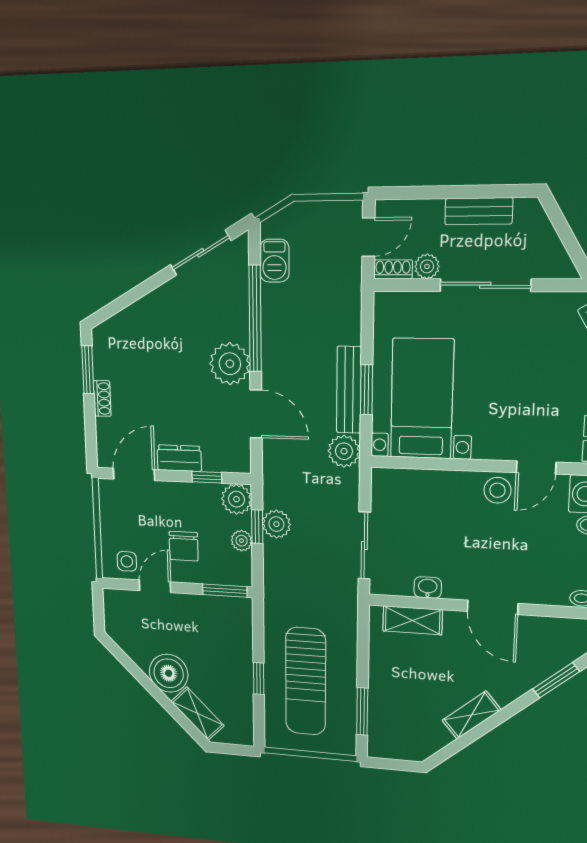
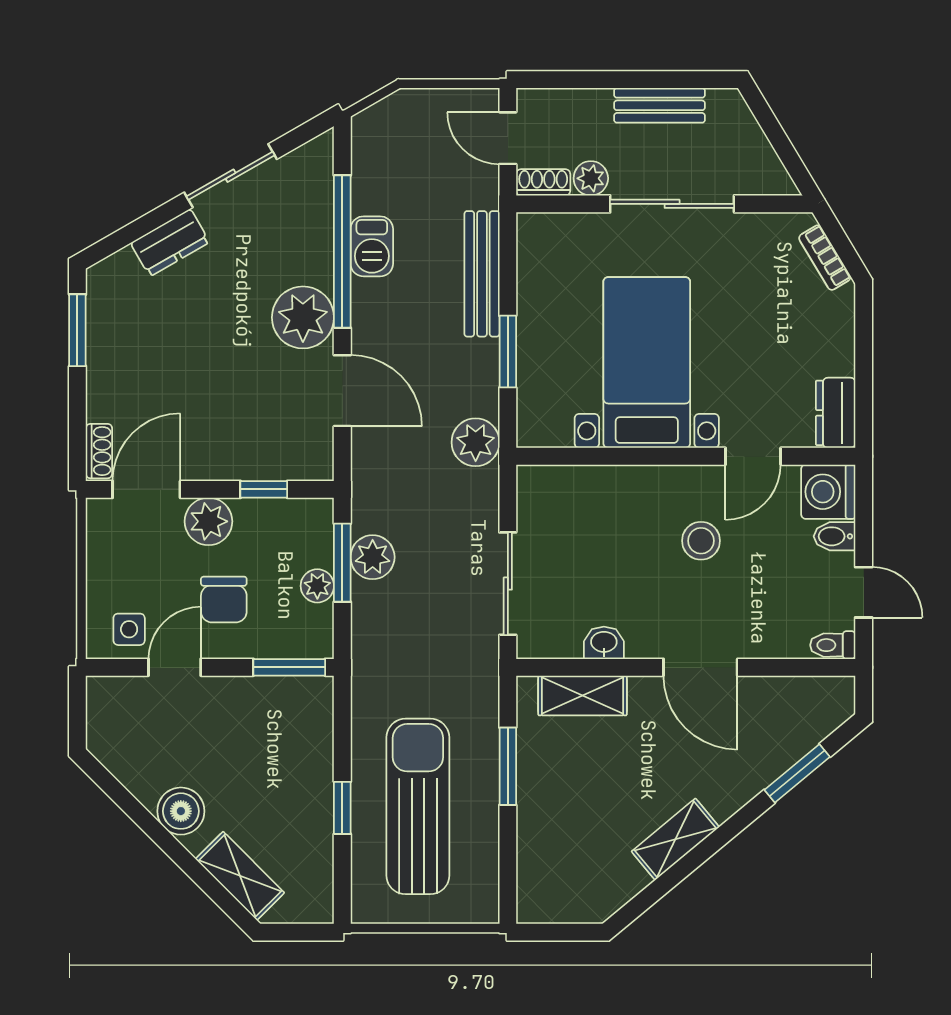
door: (368, 237) -> (508, 138), swing flipped
sliding door: (201, 253) -> (231, 176), moved
barbecue: (274, 261) -> (372, 246), moved
bench: (349, 390) -> (482, 274), moved
shoe rack: (102, 399) -> (99, 451), moved
bed with nightstands: (422, 399) -> (647, 363), moved
dresser: (179, 458) -> (170, 243), moved, turned 150
stool: (498, 490) -> (701, 541), moved
plant: (236, 499) -> (208, 521), moved
window: (257, 527) -> (342, 563), width x1.50
boiler: (169, 673) -> (181, 811), width x0.73, depth x0.73
sun lounger: (306, 681) -> (418, 806), turned 180
window: (362, 711) -> (508, 766), moved

